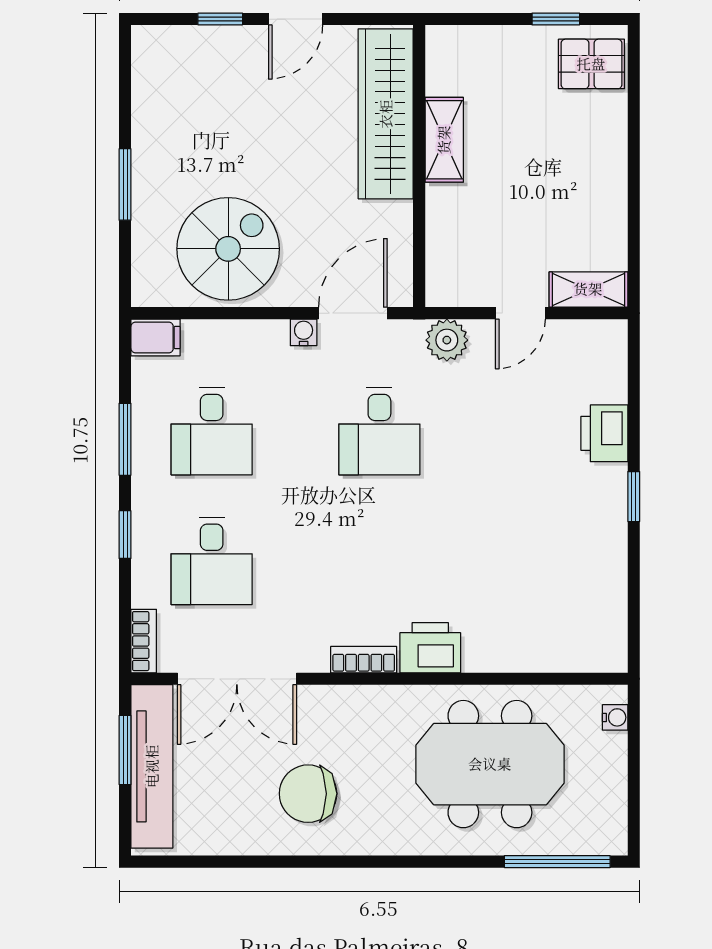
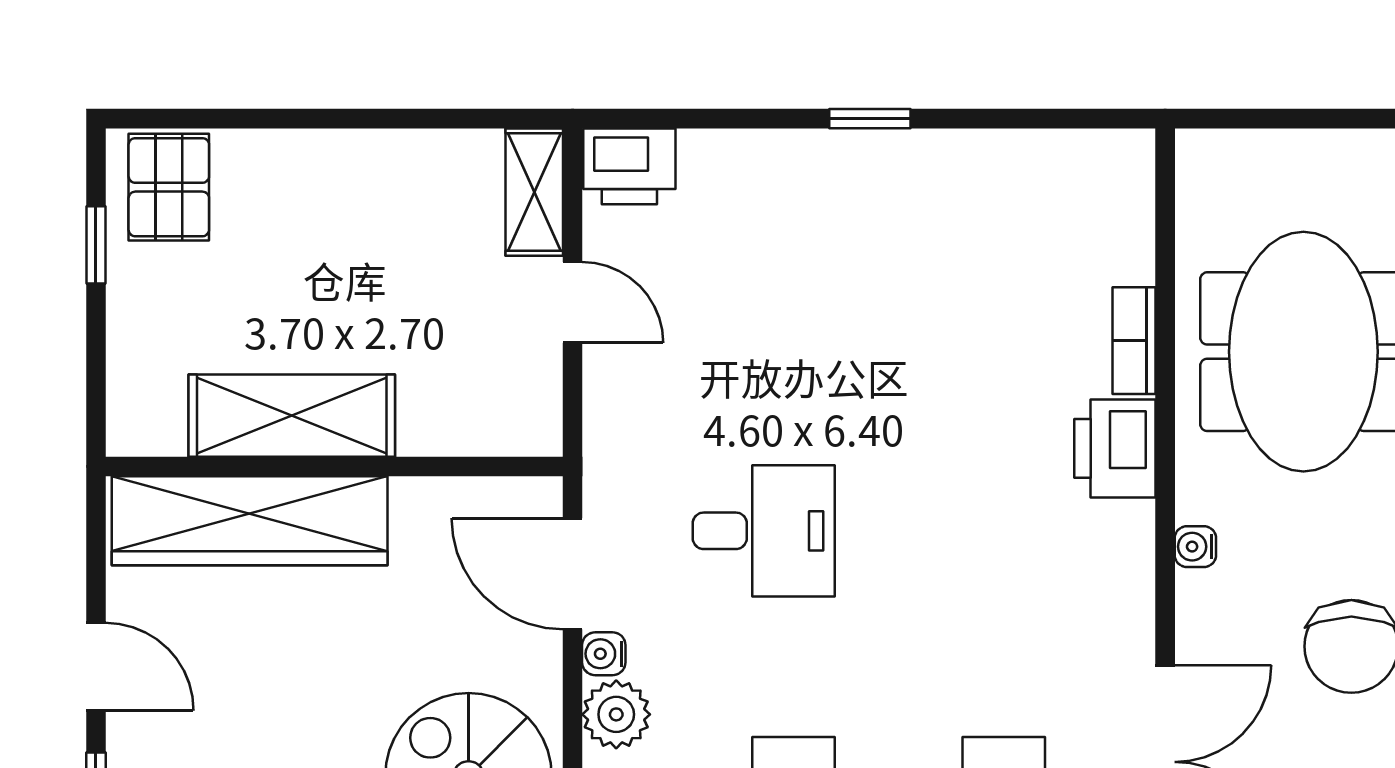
shelving: (444, 140) -> (292, 416), width x1.50, depth x1.33
plant: (447, 340) -> (616, 714), moved
printer: (604, 433) -> (629, 166), moved
bookcase: (364, 660) -> (1134, 341), moved
water cooler: (615, 717) -> (1195, 547), moved, turned -90

